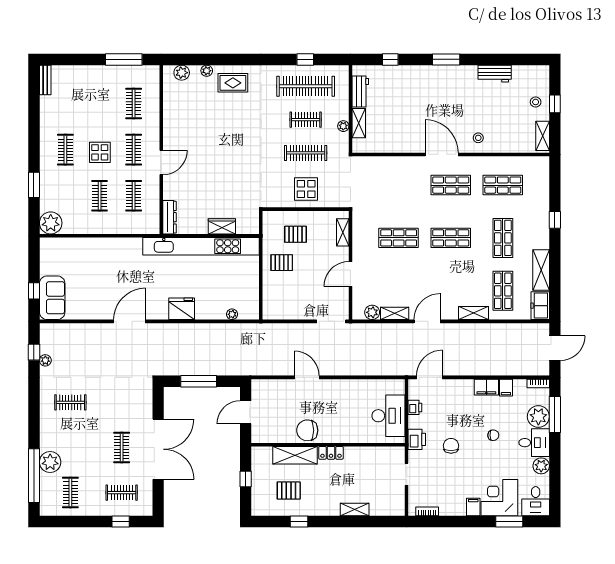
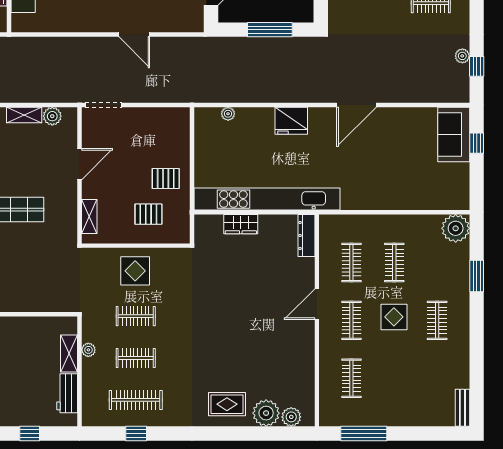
plant: (207, 71) -> (266, 413), width x1.87, depth x1.87
clothes rail: (306, 86) -> (136, 400), width x0.73, depth x0.76
clothes rail: (306, 153) -> (136, 316), width x0.73

